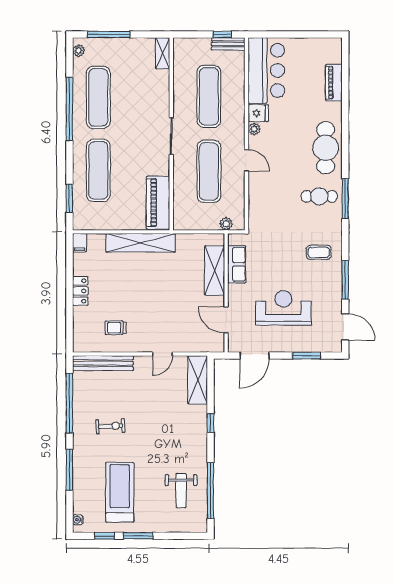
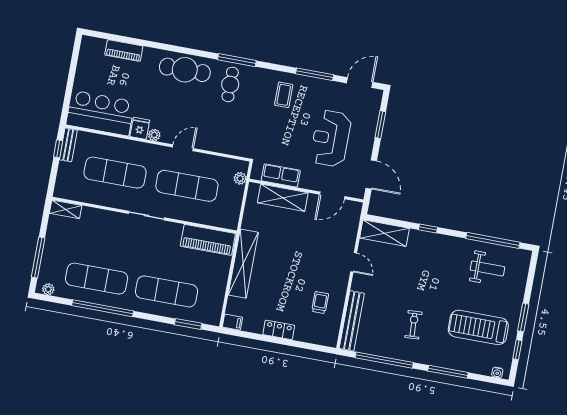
trolley: (116, 328) -> (320, 303), turned 180

